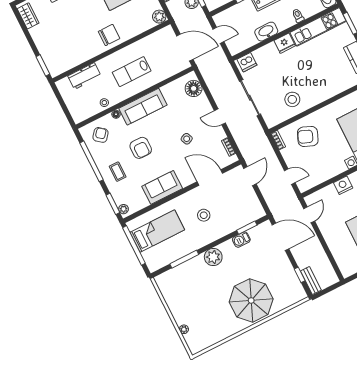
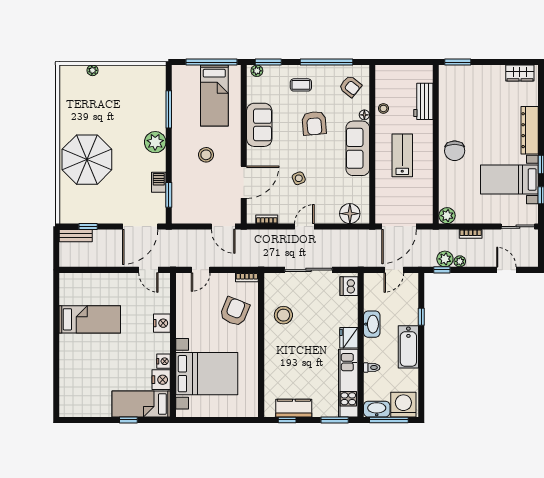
armchair: (141, 148) -> (314, 123), turned -95

